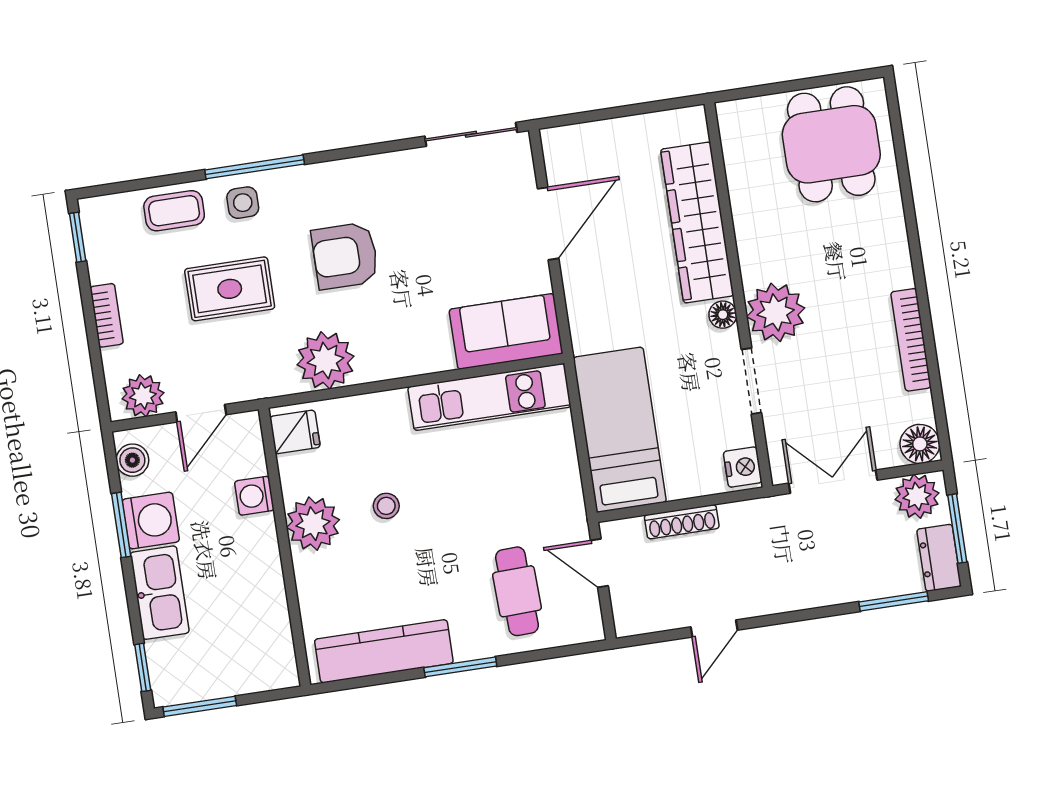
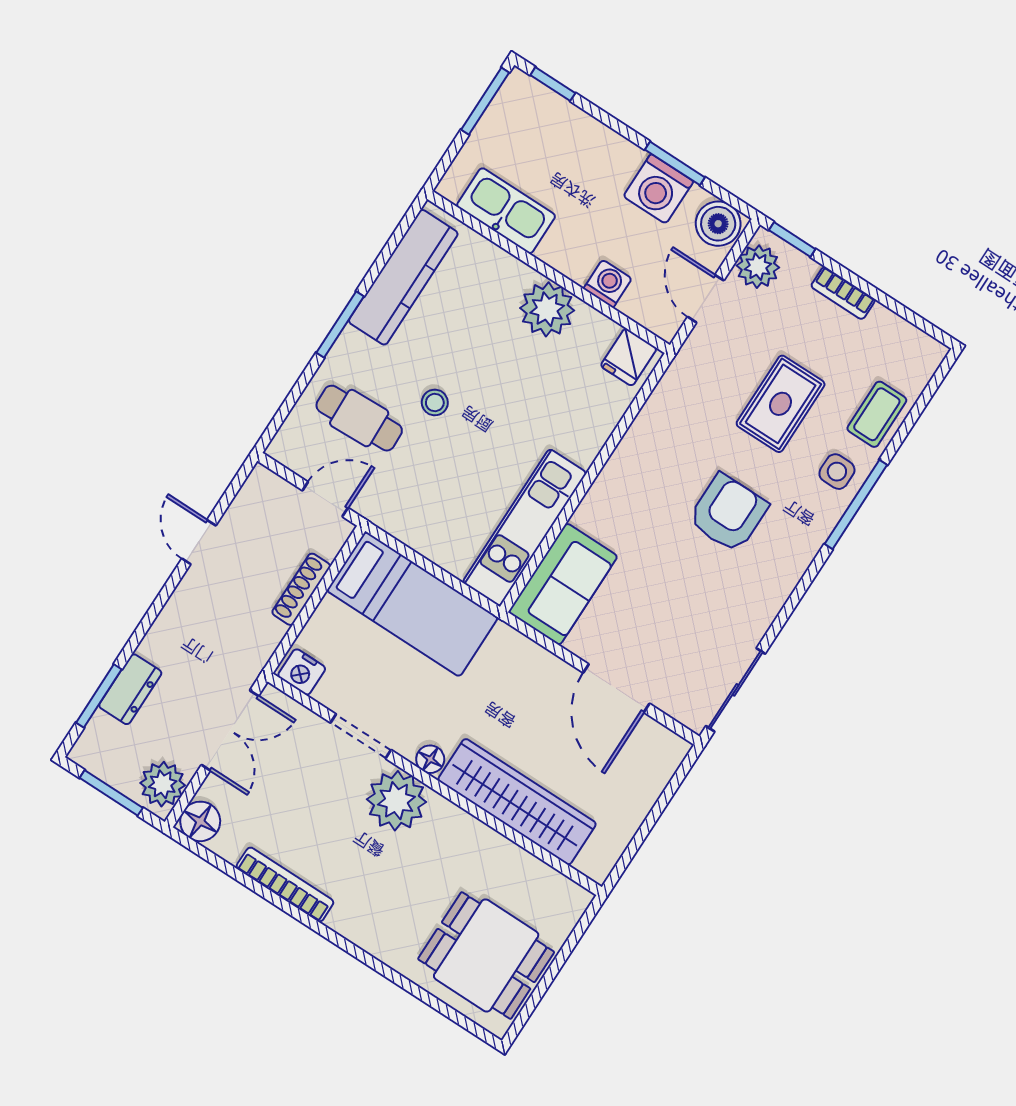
window: (78, 237) -> (792, 240), moved
plant: (326, 360) -> (662, 428), removed
boiler: (132, 460) -> (718, 224), width x1.36, depth x1.36
stool: (386, 506) -> (435, 402), moved
dresser: (939, 558) -> (130, 689), moved, turned 90
kitchen sink: (160, 593) -> (506, 211), moved, turned 180

